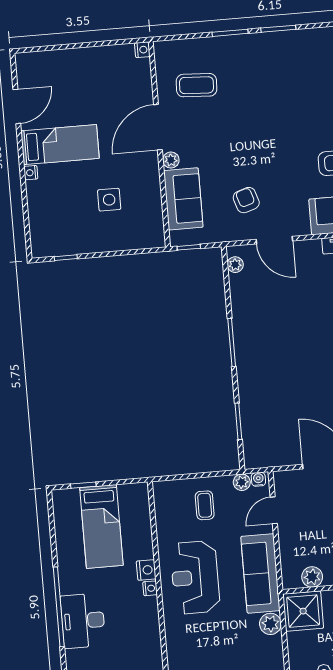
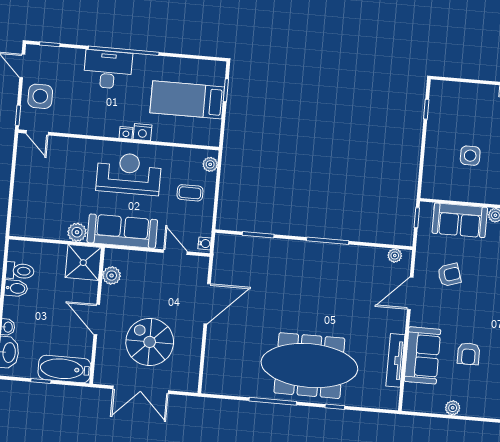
plant: (242, 482) -> (210, 164), moved

